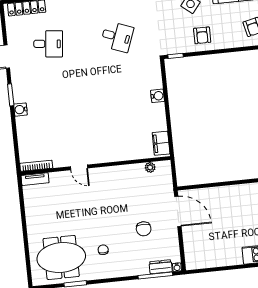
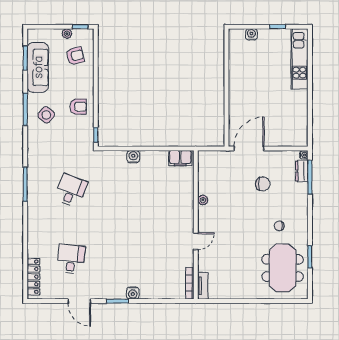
plant: (150, 167) -> (203, 200), moved

